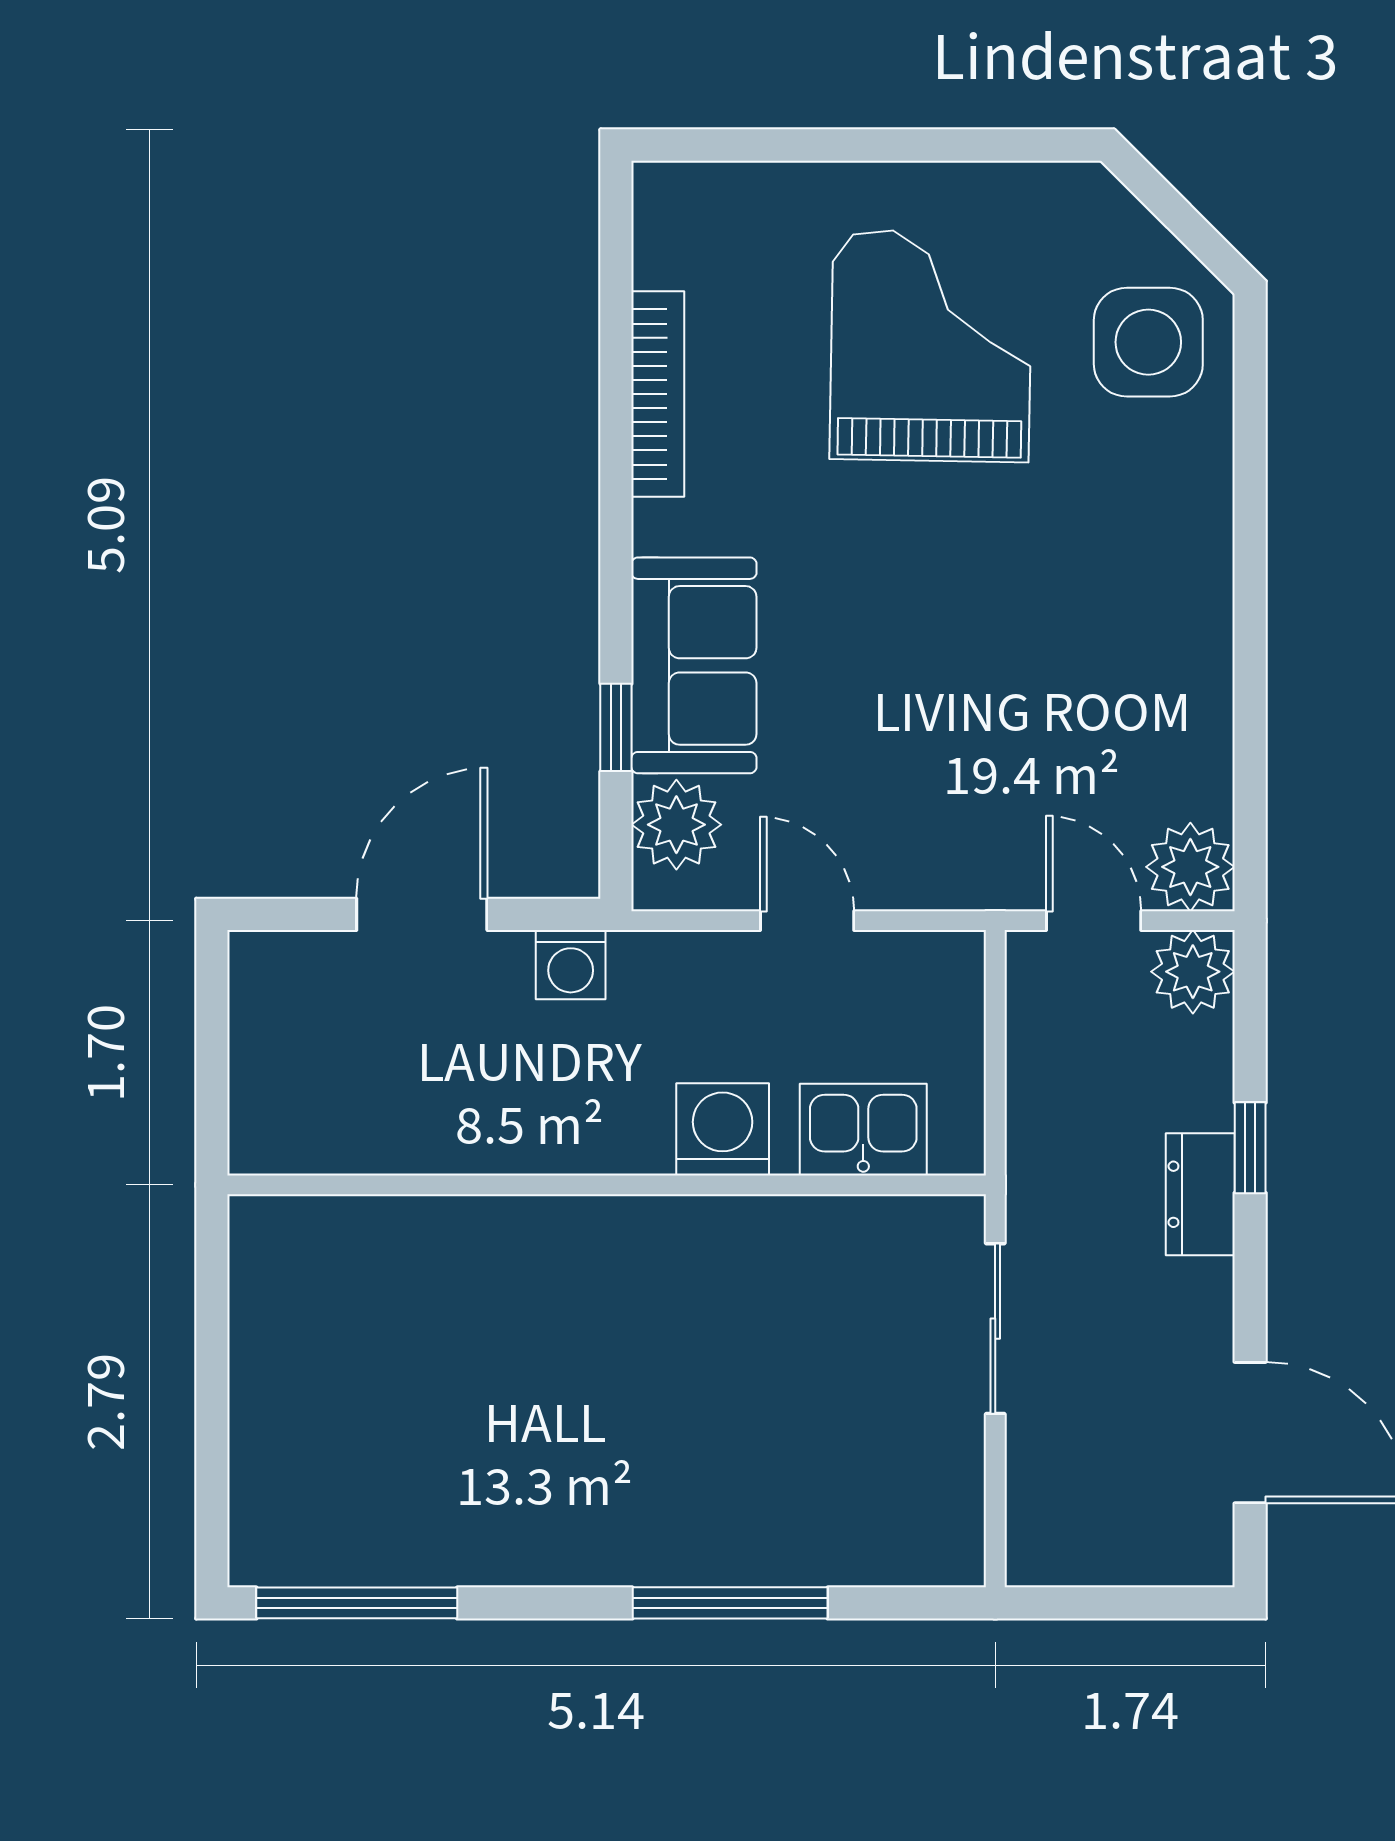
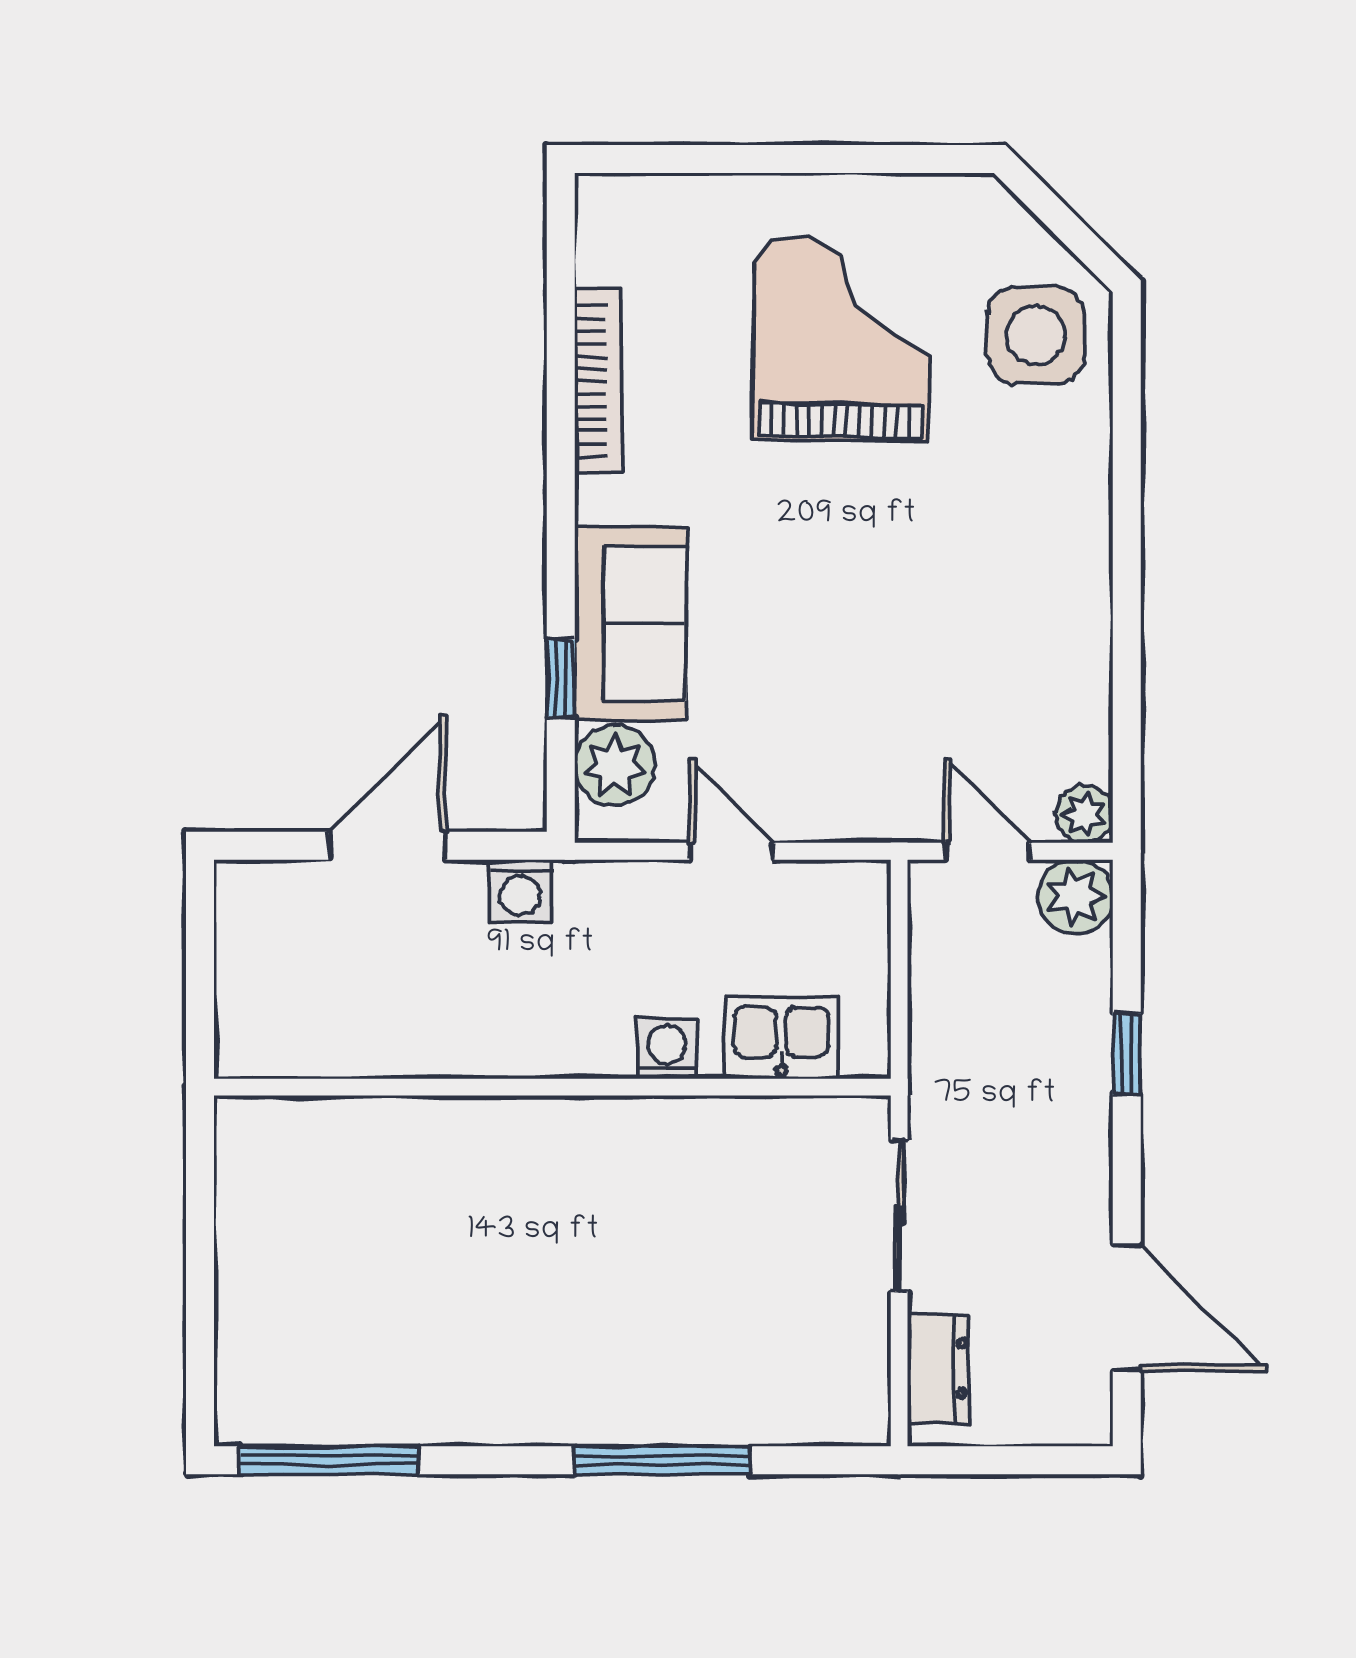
plant: (1190, 867) -> (1084, 814), width x0.73, depth x0.73
washing machine: (723, 1129) -> (667, 1049), width x0.73, depth x0.73
dresser: (1200, 1194) -> (938, 1369), moved, turned 180

